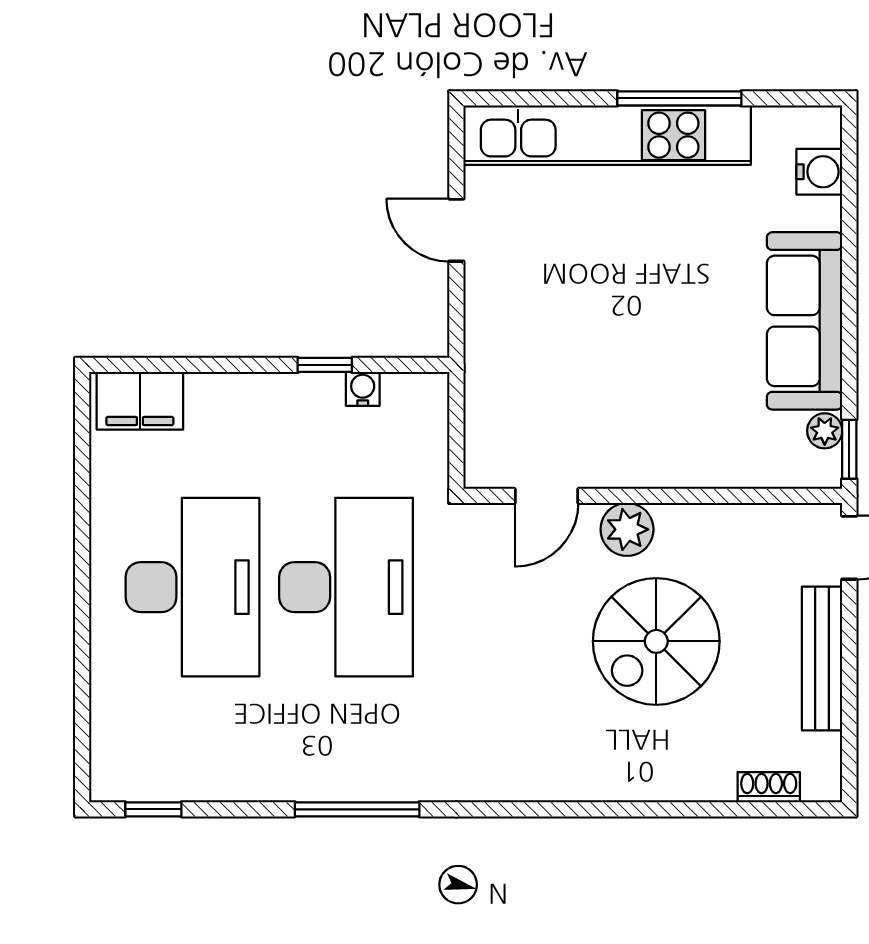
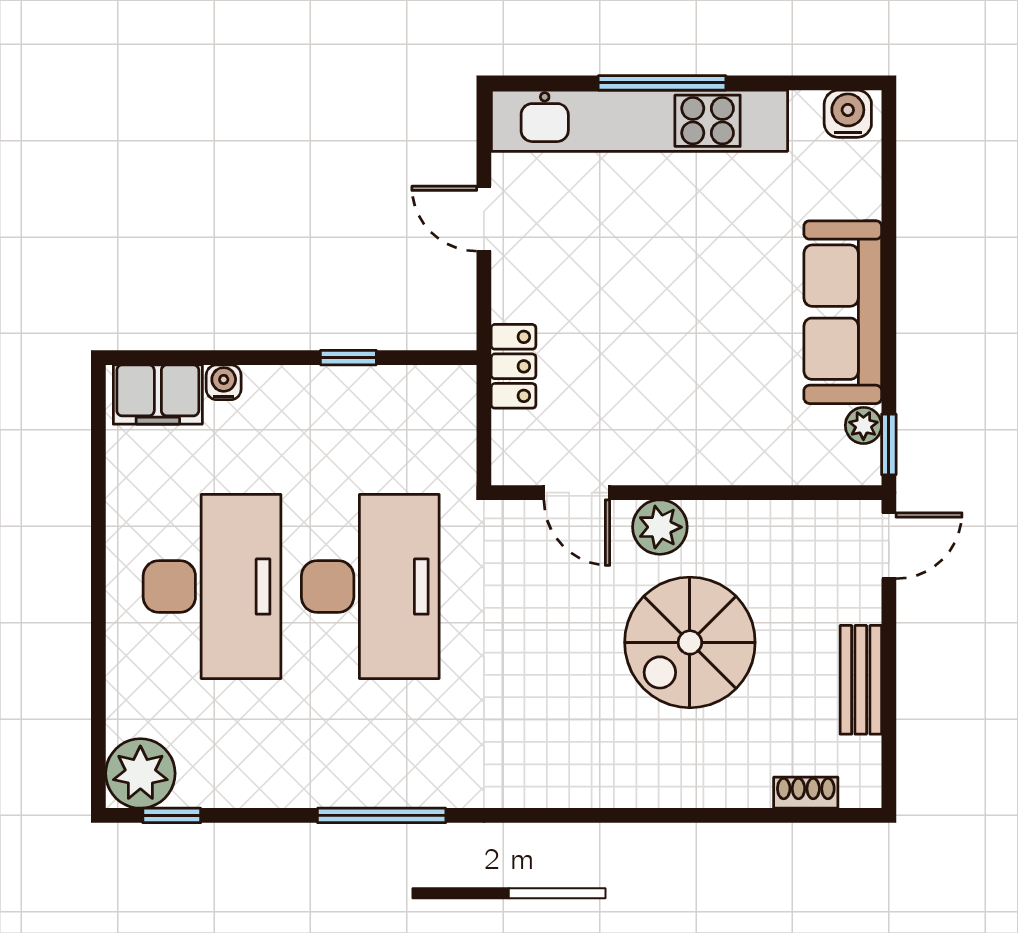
window: (679, 98) -> (662, 83), moved
water cooler: (819, 172) -> (848, 114), moved, turned -90
locker: (485, 373) -> (514, 366), added
water cooler: (363, 389) -> (224, 382), moved
door: (547, 496) -> (577, 493), hinge flipped
bench: (822, 659) -> (861, 680), width x0.73
plant: (123, 769) -> (140, 773), added

